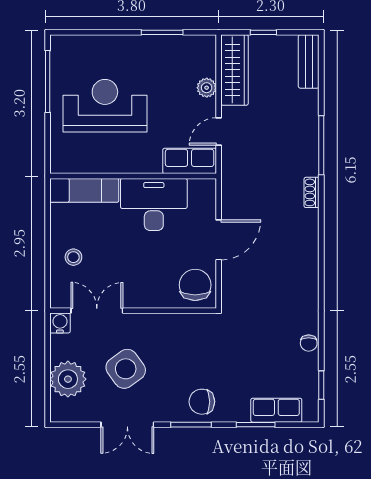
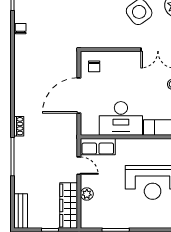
door: (219, 131) -> (79, 166), hinge flipped
door: (219, 240) -> (79, 95), width x1.36
chair: (195, 285) -> (94, 66), width x0.54, depth x0.54

